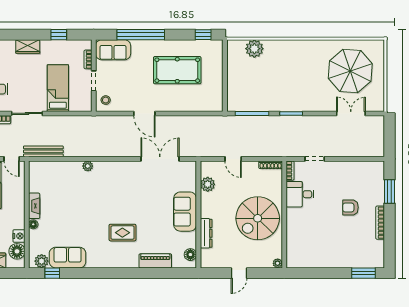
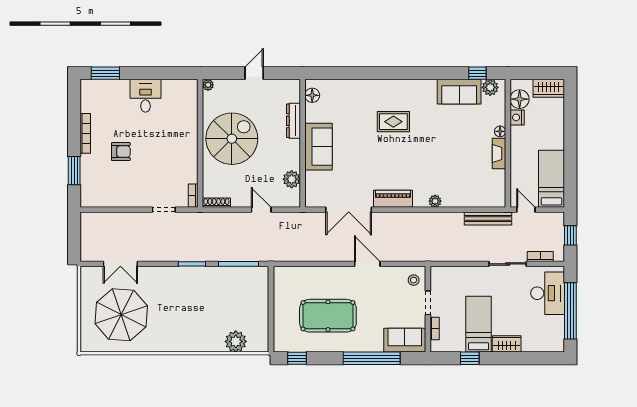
bed: (58, 88) -> (479, 324), moved, turned 180
desk: (300, 194) -> (145, 96), moved, turned -90
piano: (155, 261) -> (393, 199), moved, turned 180

